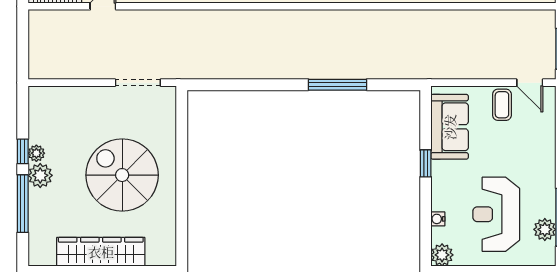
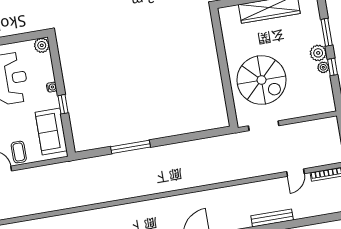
spiral stairs: (122, 175) -> (261, 80), moved
window: (23, 204) -> (327, 32), width x0.69
water cooler: (438, 219) -> (52, 87), moved

